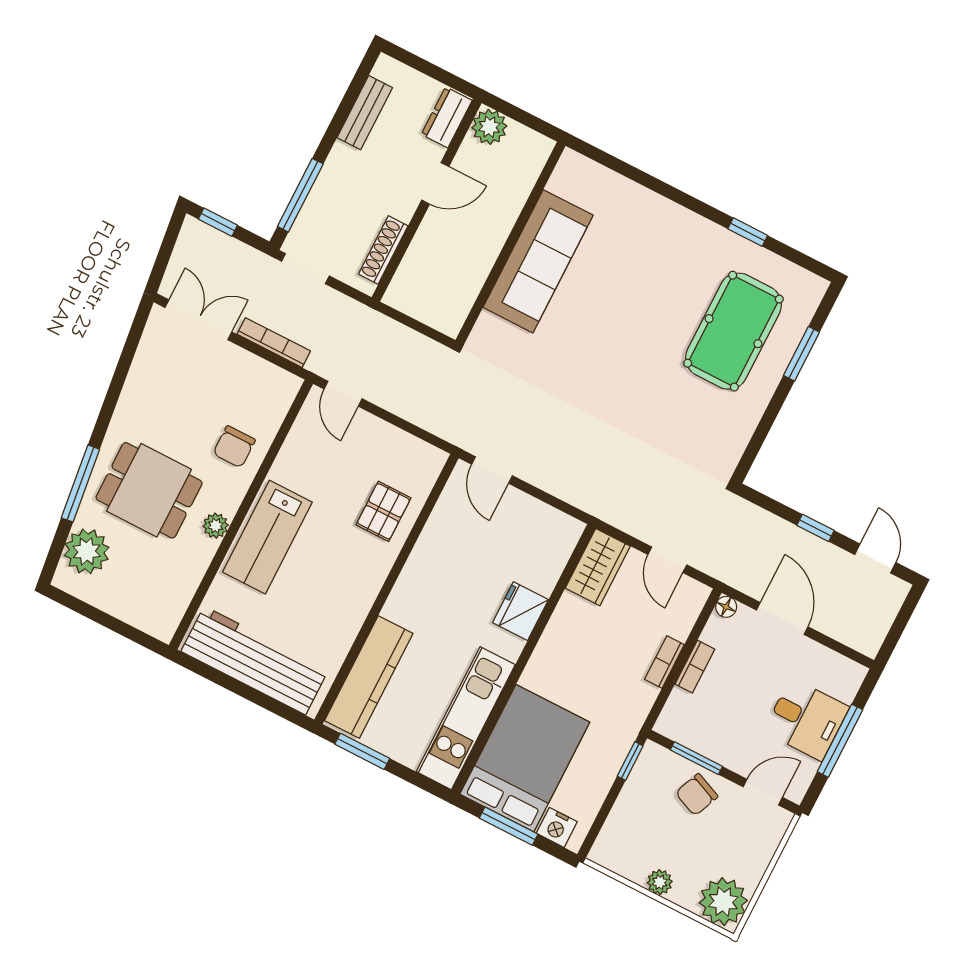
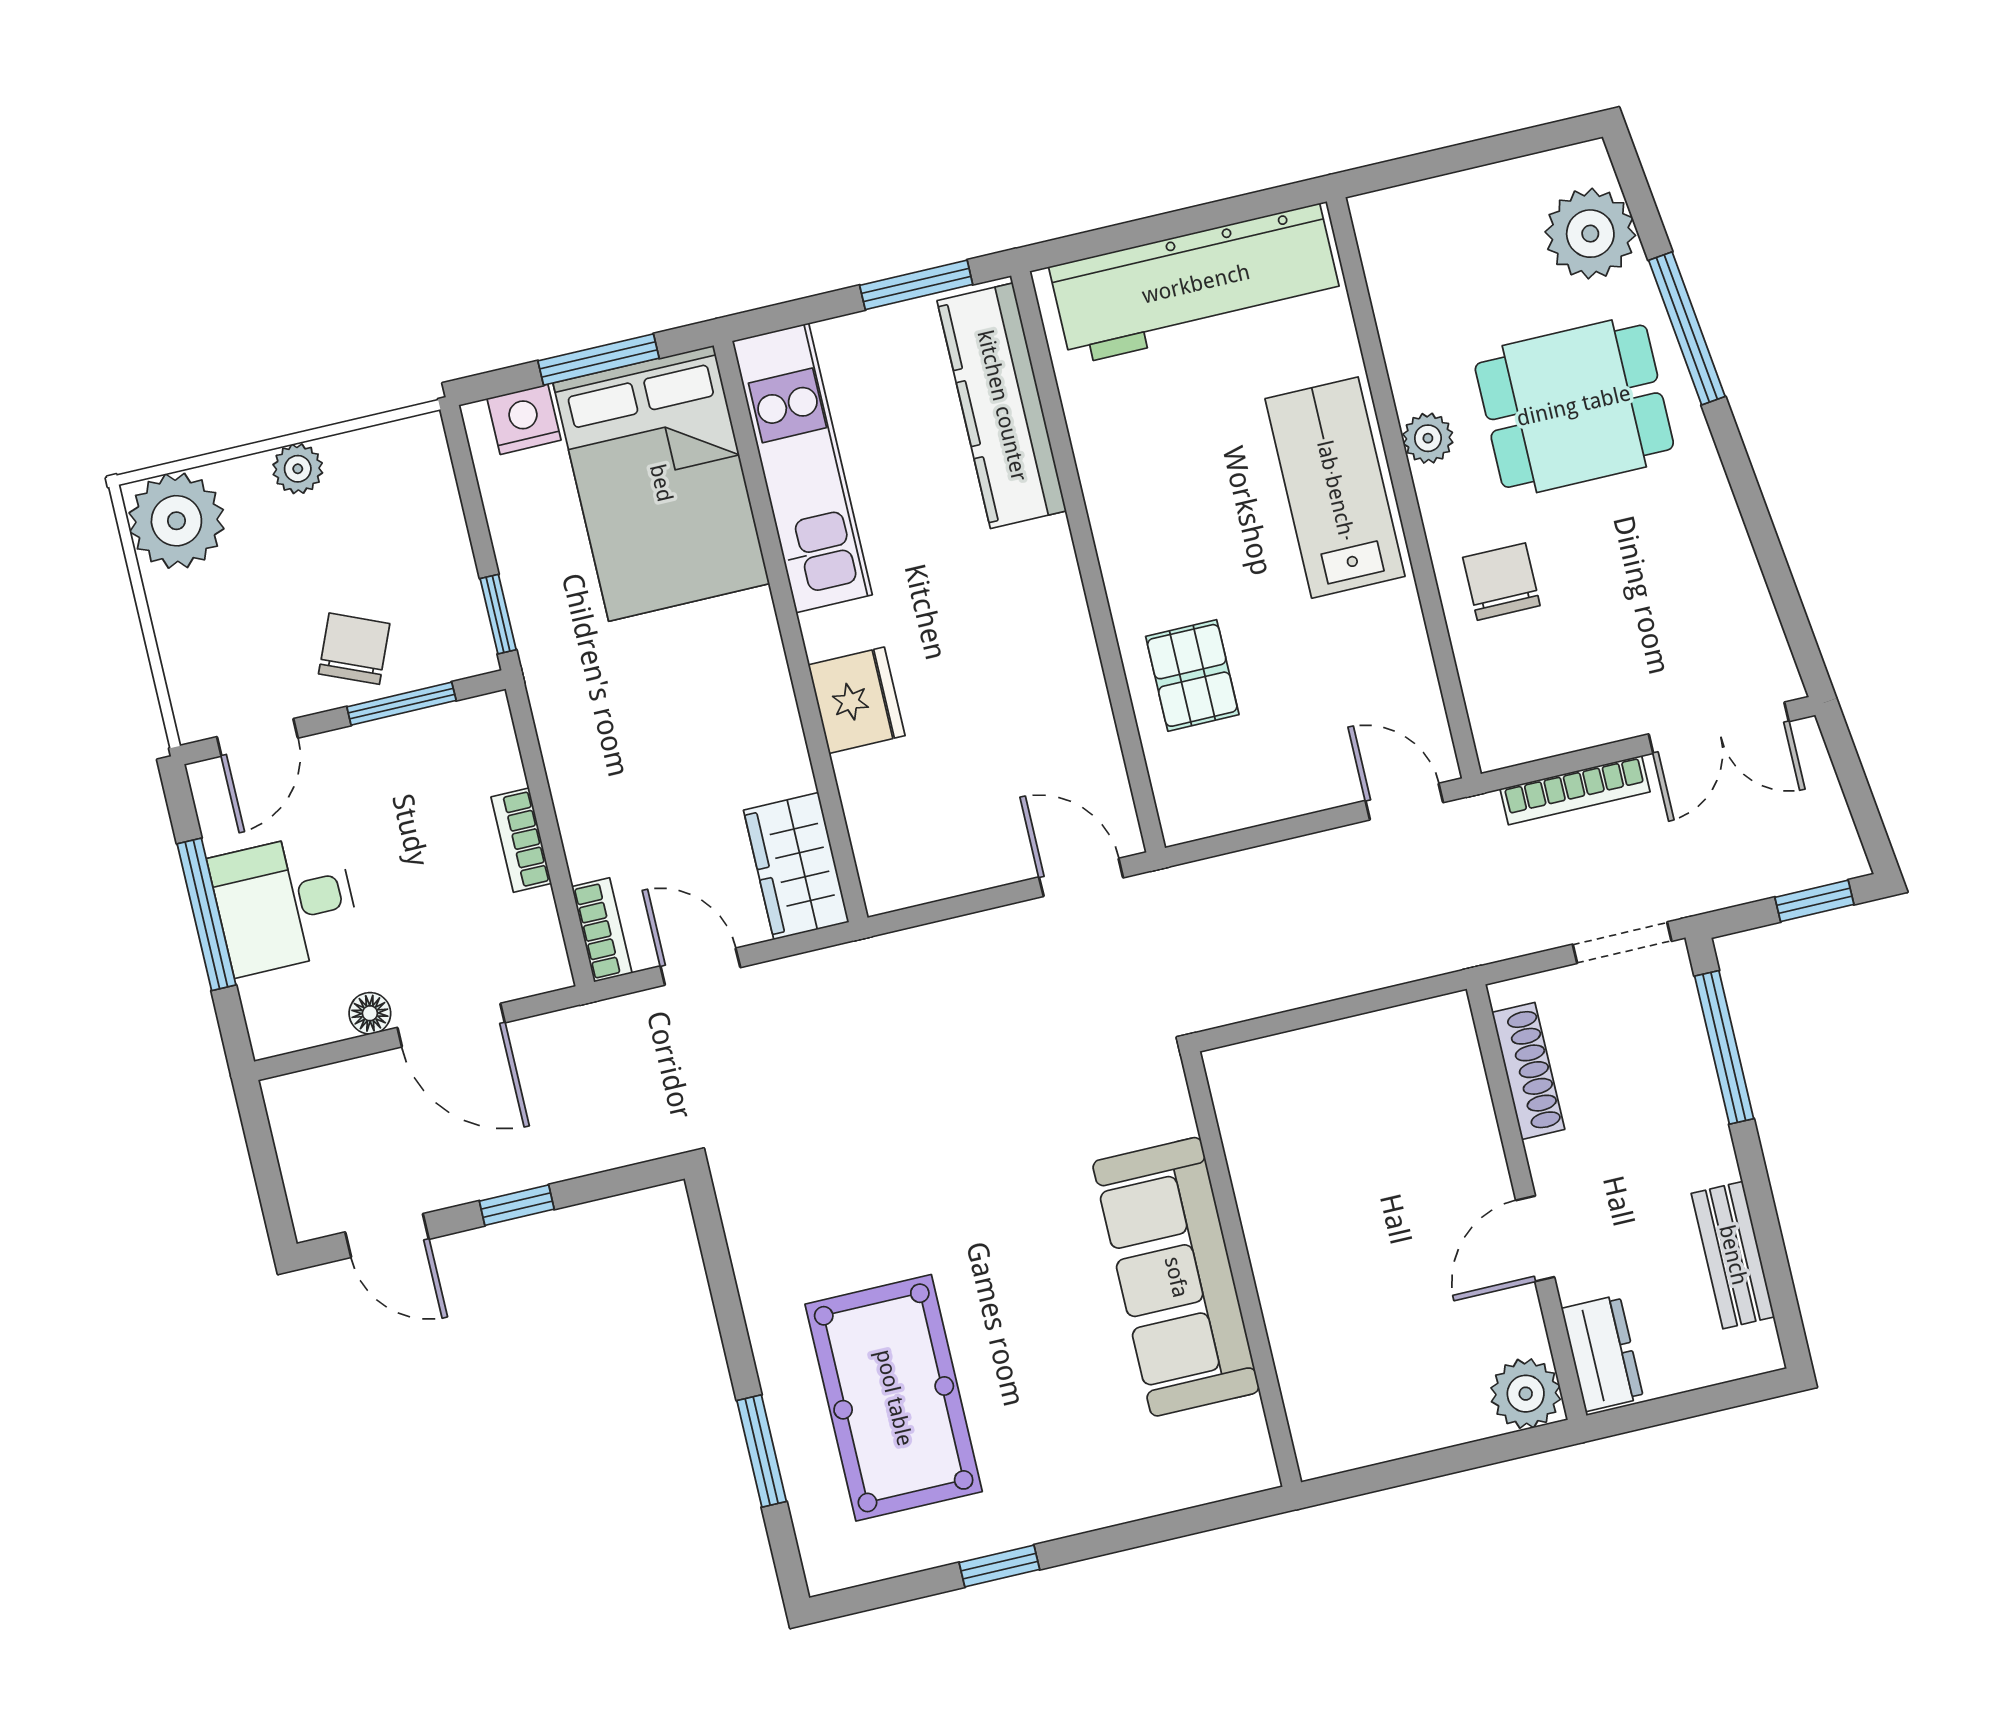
wall: (511, 243) -> (1241, 1269), moved
sofa: (538, 261) -> (1176, 1277), moved
floor lamp: (726, 607) -> (370, 1013), moved
bookcase: (664, 662) -> (602, 930), moved

